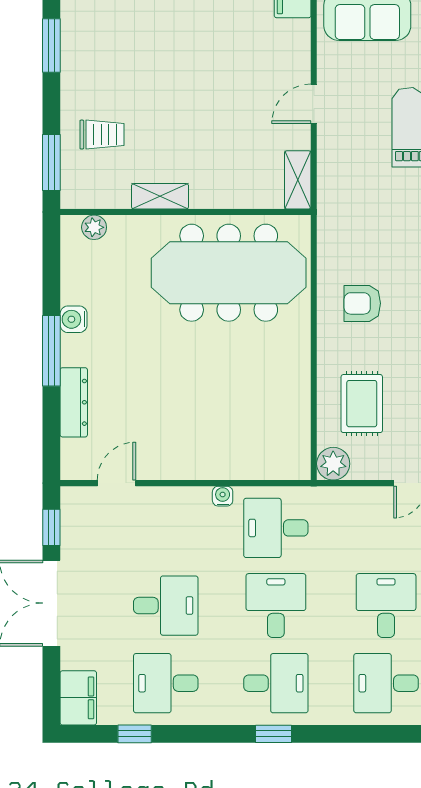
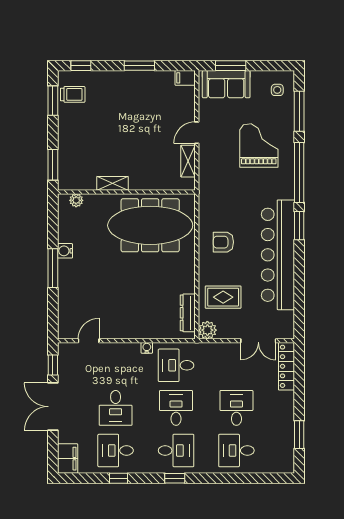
trolley: (102, 135) -> (73, 94), moved
shelving: (298, 180) -> (188, 161), moved
dresser: (74, 402) -> (188, 313), moved, turned 180
rug: (362, 404) -> (223, 297), turned 90
desk: (166, 606) -> (116, 408), turned 90
window: (135, 734) -> (119, 478), moved

